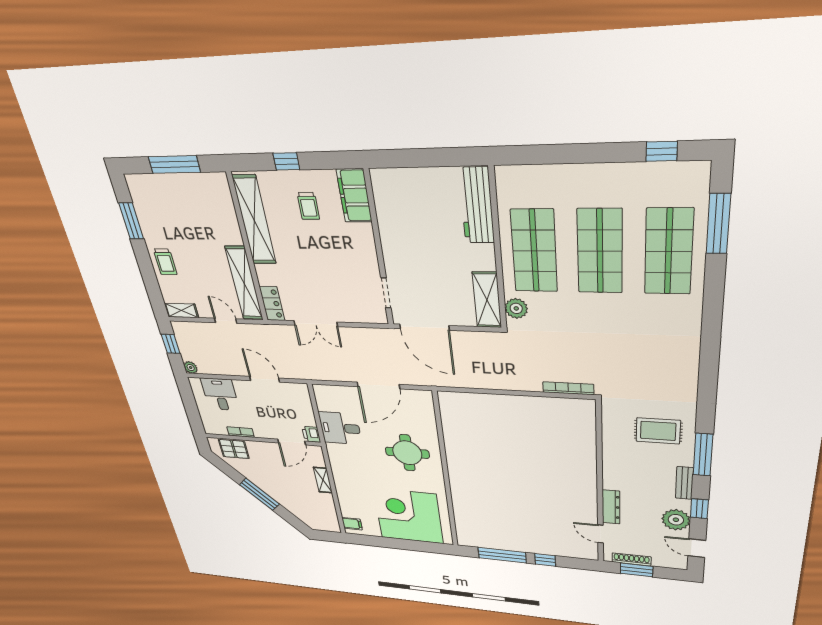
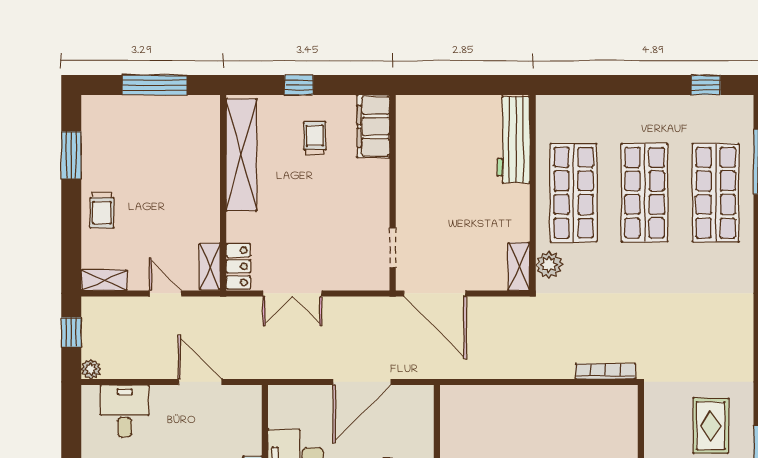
trolley: (308, 206) -> (315, 138), turned 180
shelving: (244, 283) -> (210, 266), width x0.45, depth x0.75
shelving: (487, 300) -> (519, 267), width x0.67, depth x0.75
rug: (658, 431) -> (711, 426), turned 90

